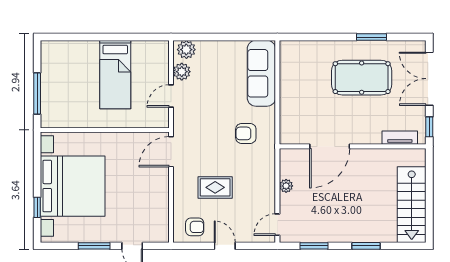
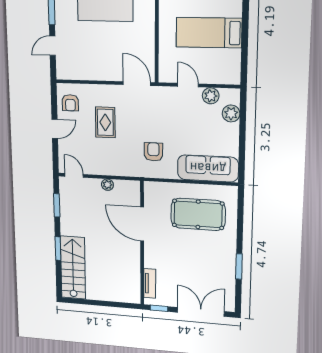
plant: (186, 50) -> (231, 113), moved
pool table: (362, 78) -> (198, 214), moved, turned 90
stairs: (412, 205) -> (73, 268), moved, turned 90

